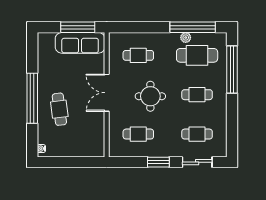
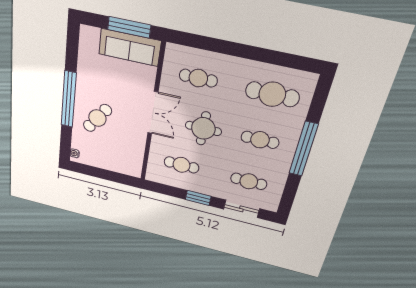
window: (193, 27) -> (276, 58), removed
plant: (186, 38) -> (263, 69), removed
window: (232, 70) -> (303, 149), moved
double door: (107, 93) -> (153, 113), swing flipped
cafe table: (59, 109) -> (97, 118), turned 43

